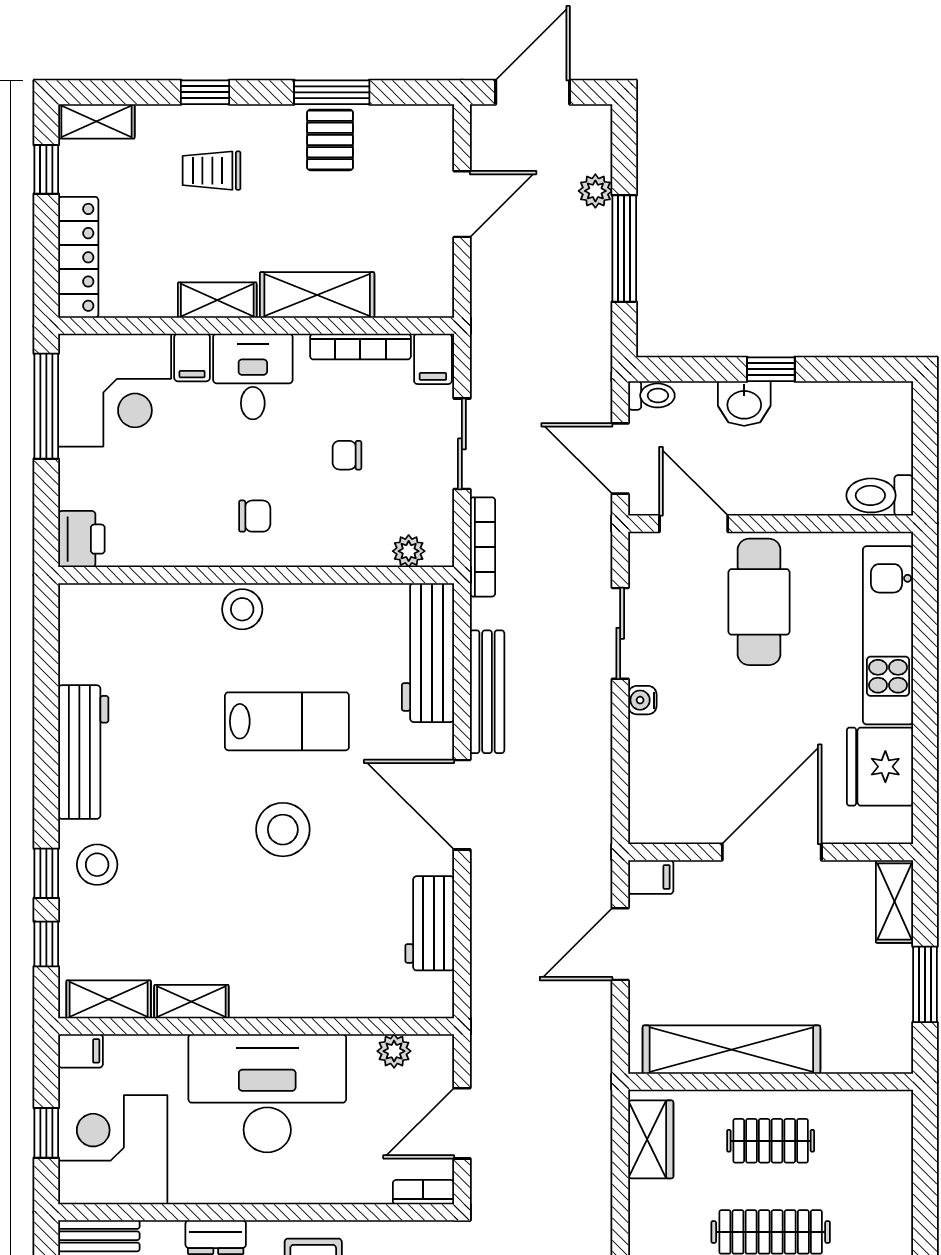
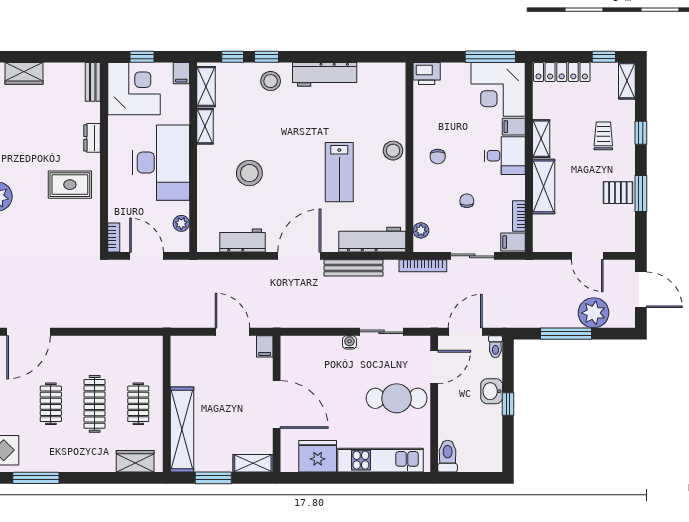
plant: (595, 191) -> (594, 313), width x1.87, depth x1.87
bookcase: (360, 347) -> (519, 216), width x0.64
stool: (283, 830) -> (249, 173), moved
shelving: (731, 1050) -> (182, 430), moved
wardrobe: (651, 1139) -> (135, 461), moved, turned 180

